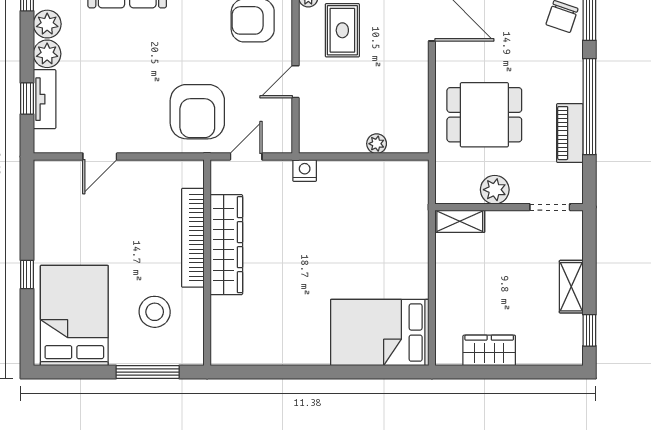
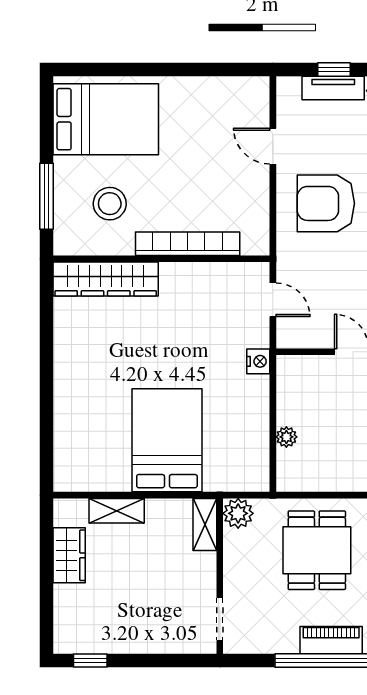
armchair: (197, 112) -> (326, 203), moved
piano: (570, 133) -> (331, 640), moved
plant: (495, 190) -> (238, 513), moved
wardrobe: (226, 245) -> (106, 279), moved
window: (27, 274) -> (149, 69), removed
shelving: (571, 287) -> (117, 511), moved
bed: (380, 333) -> (167, 440), moved

